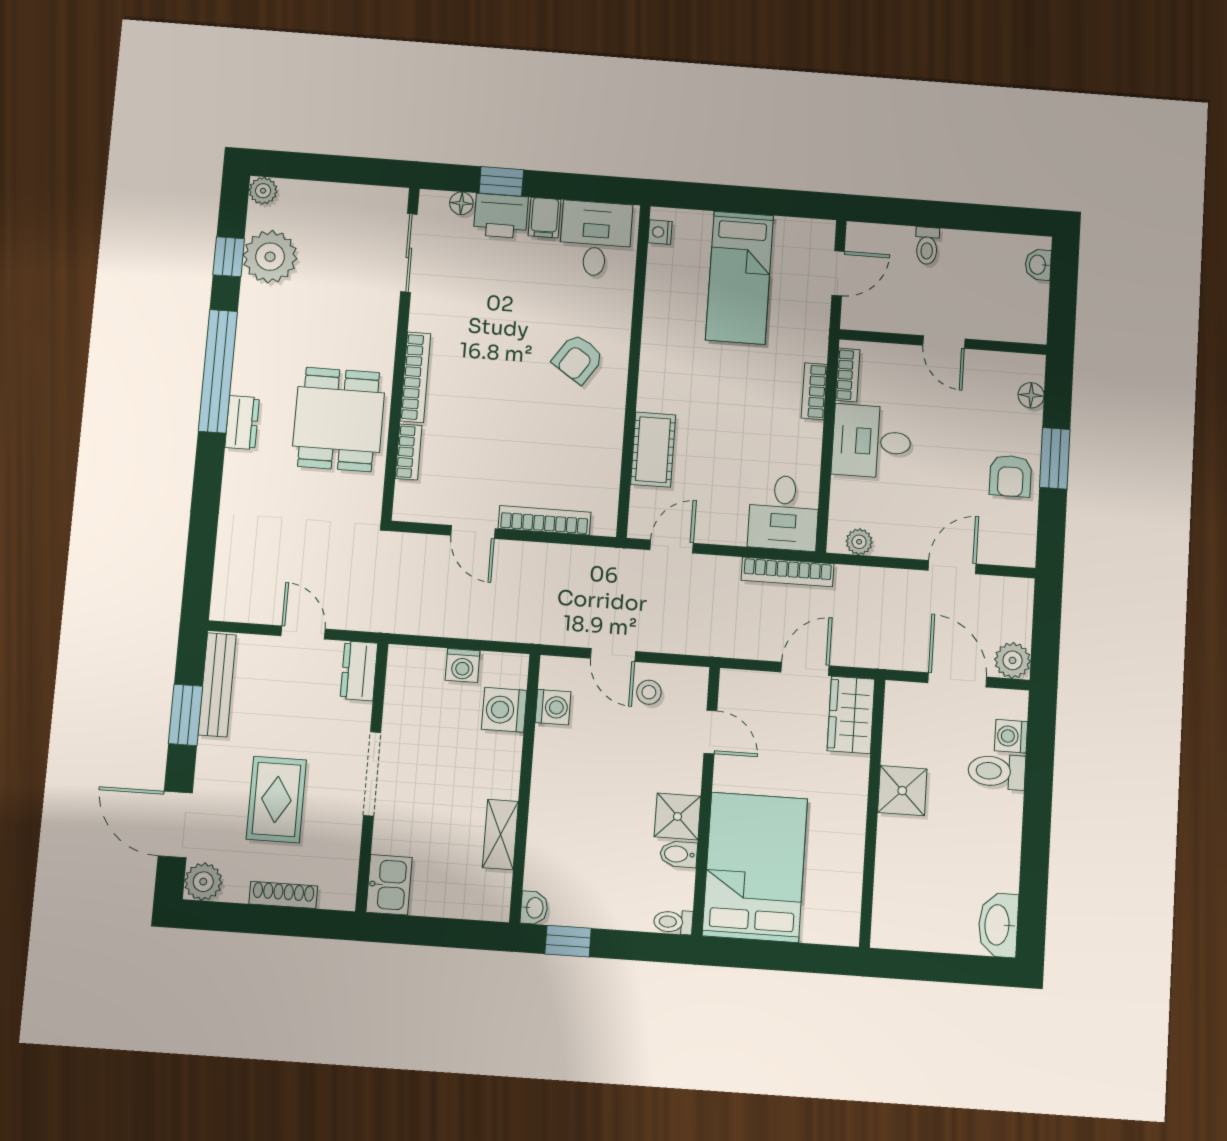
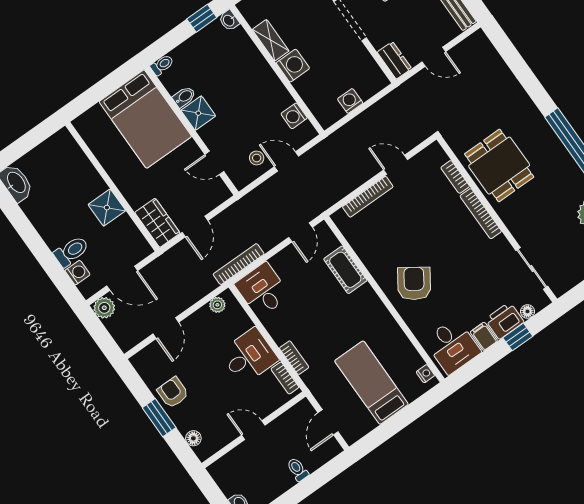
armchair: (578, 359) -> (414, 283), width x1.38, depth x1.38
dresser: (242, 423) -> (541, 128), removed
washing machine: (504, 710) -> (293, 66), moved

